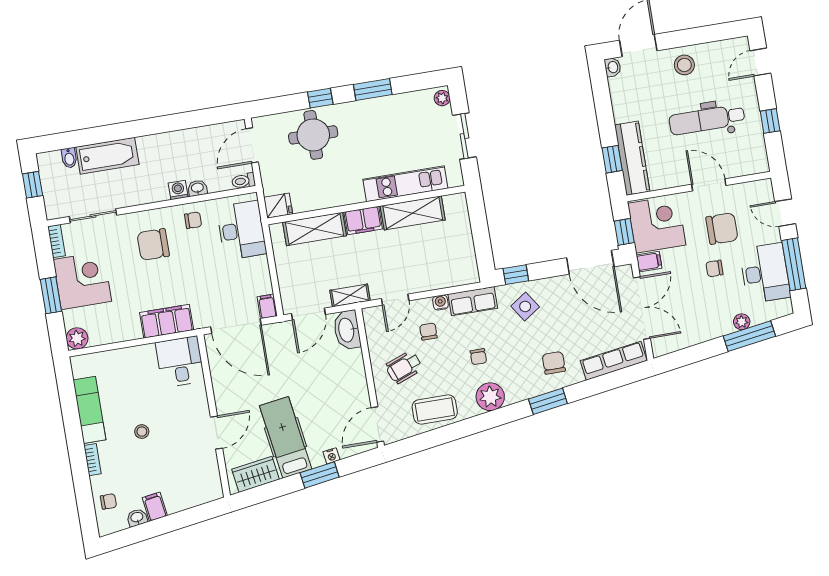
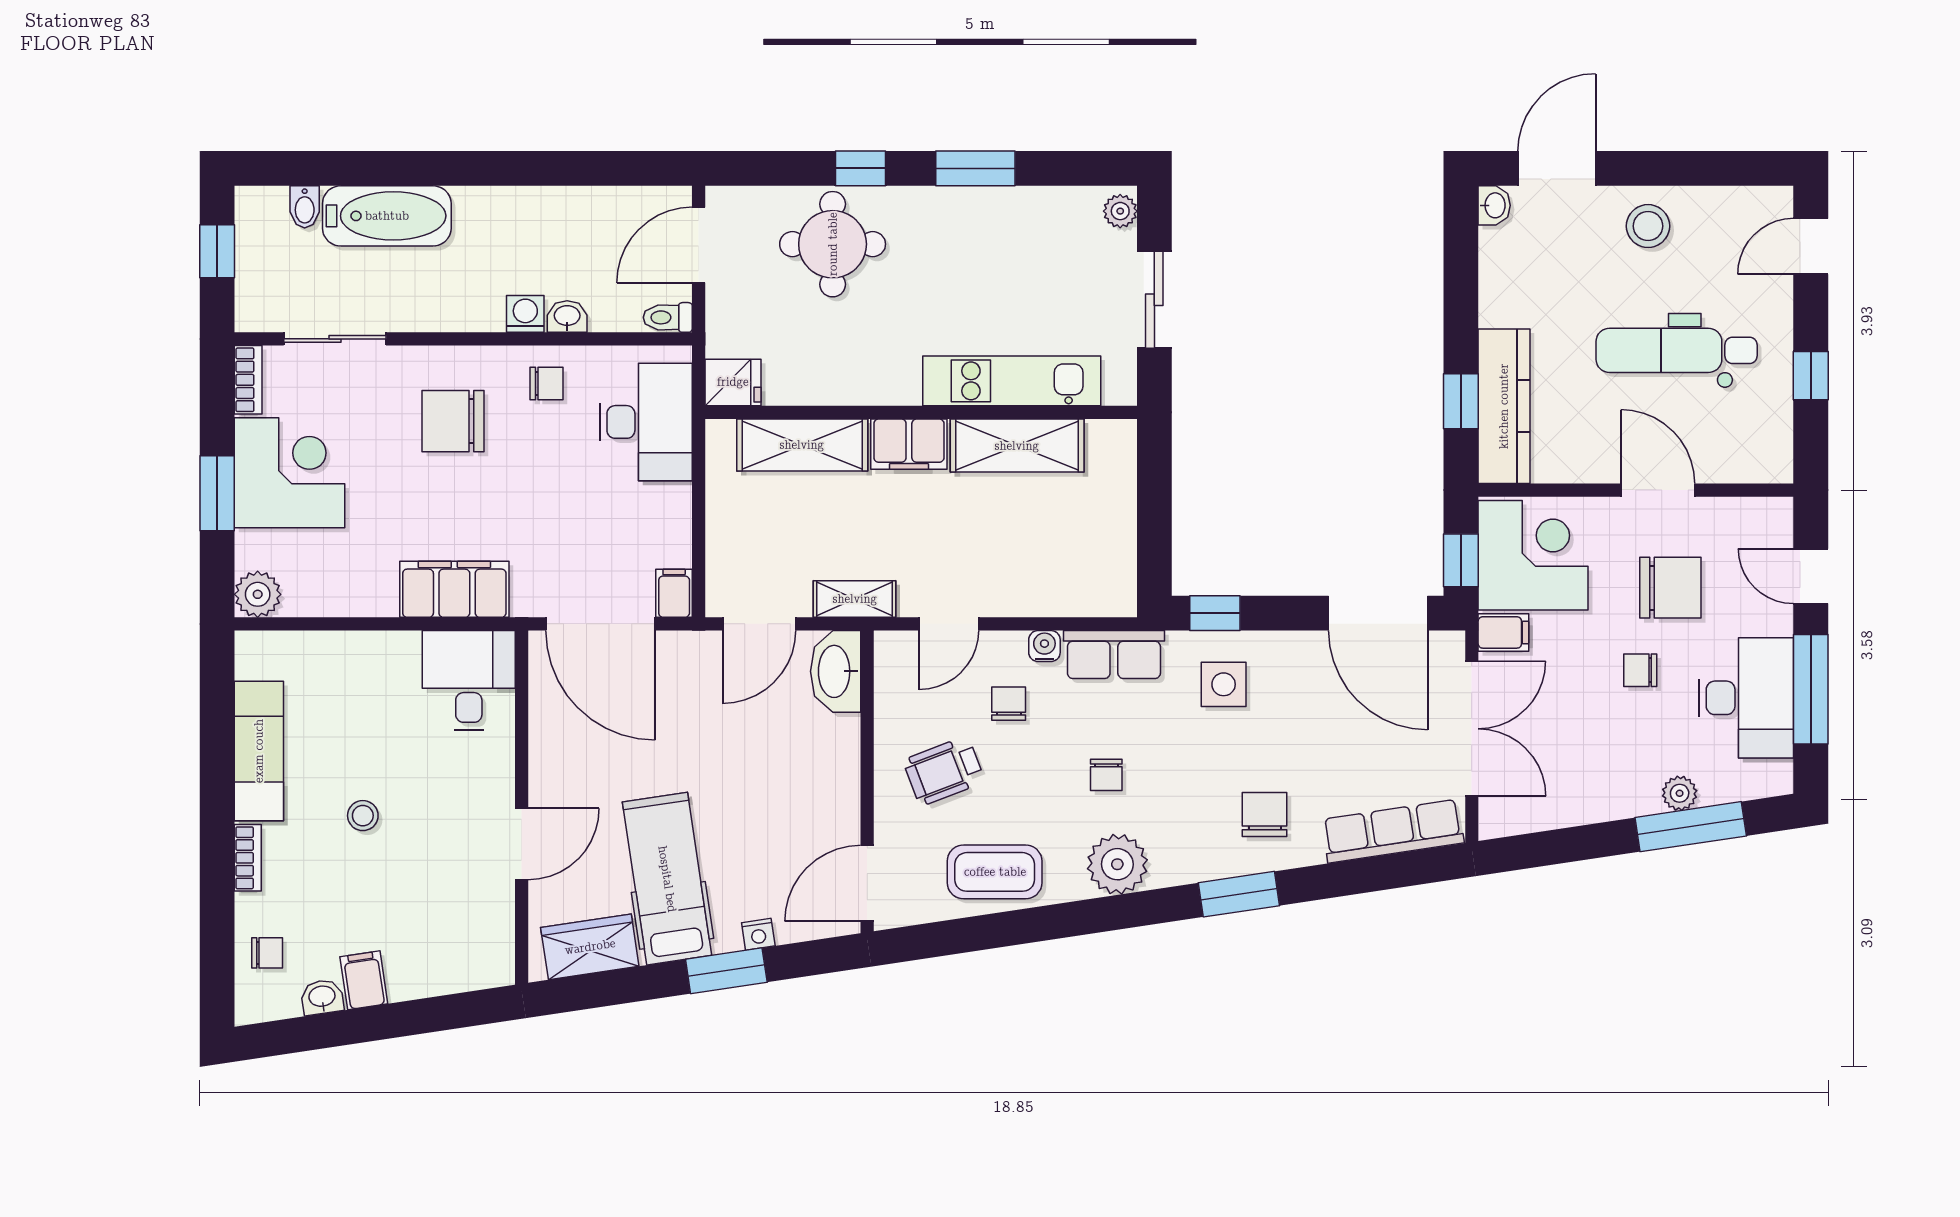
side table: (525, 306) -> (1224, 684), turned 34

